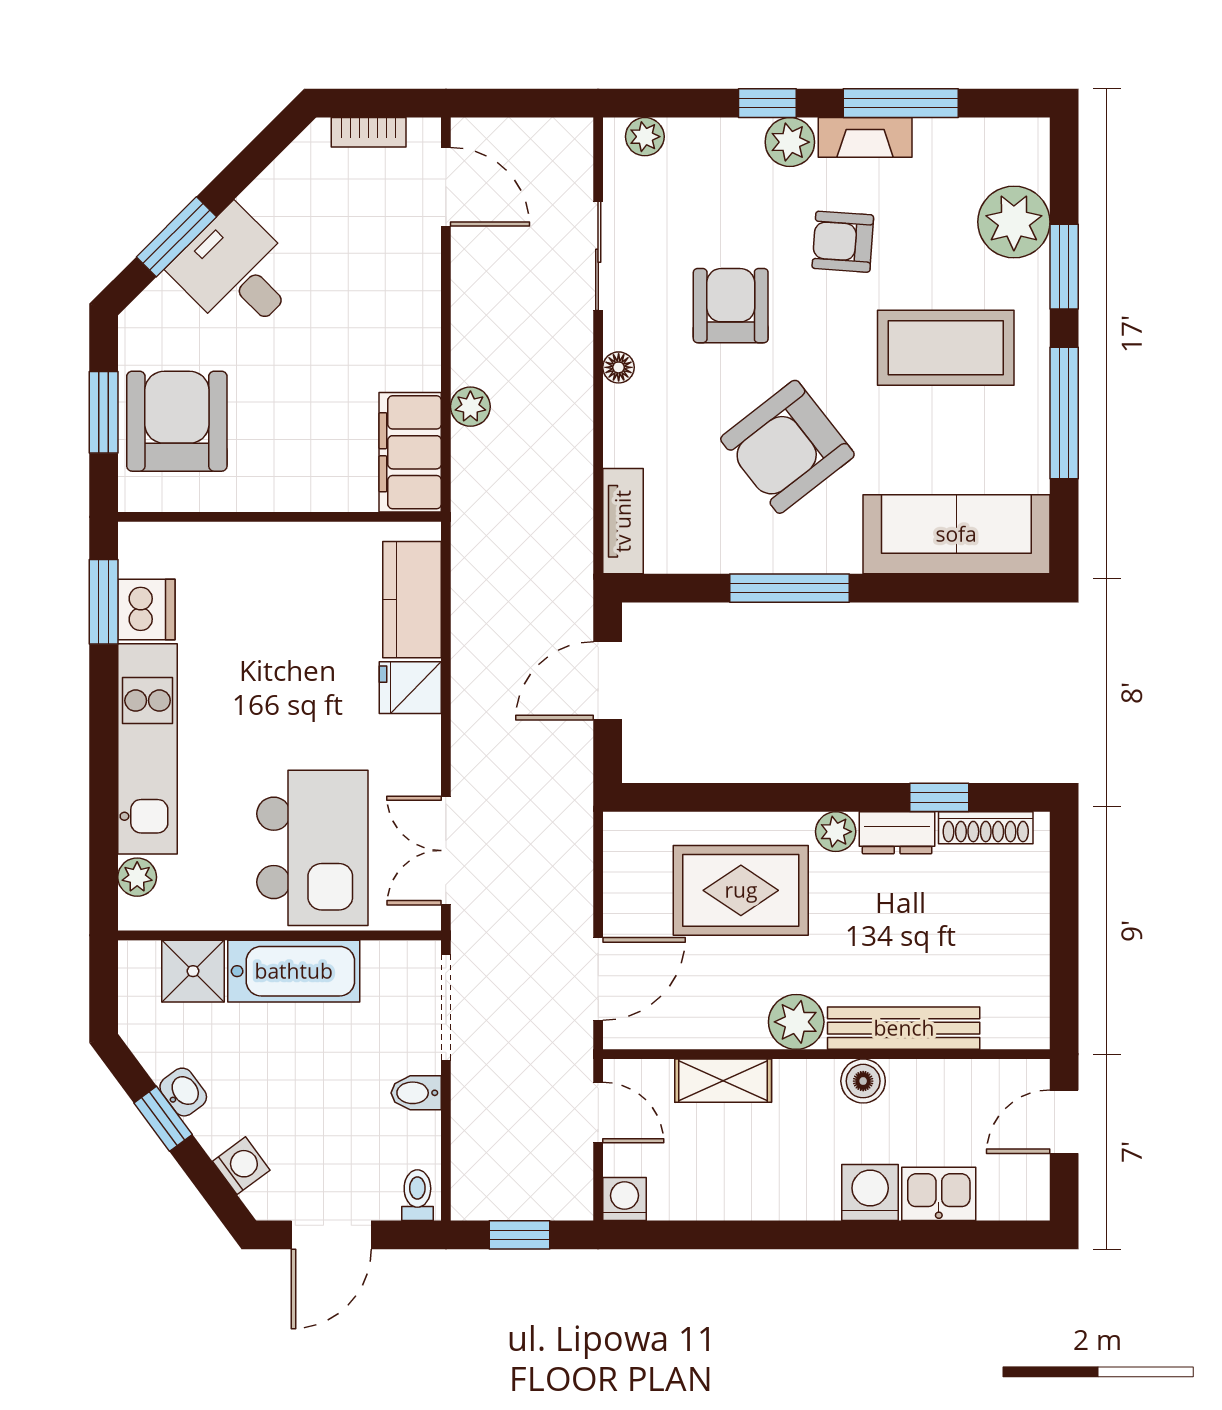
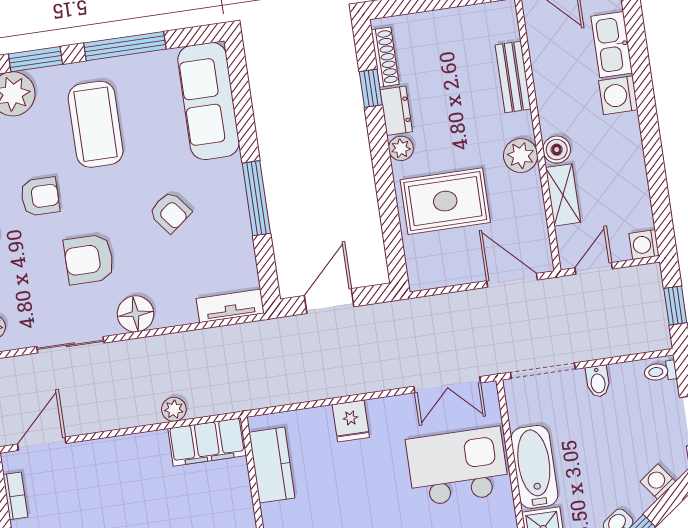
armchair: (843, 242) -> (40, 197), turned -94
floor lamp: (619, 367) -> (136, 314), width x1.89, depth x1.89
armchair: (787, 447) -> (170, 212), width x0.53, depth x0.53
kitchen counter: (412, 600) -> (272, 465), moved, turned -90
door: (608, 681) -> (329, 301), swing flipped
rug: (741, 890) -> (445, 201), turned 90
bench: (904, 1028) -> (513, 77), width x0.73
boiler: (863, 1081) -> (557, 150), moved
kitchen sink: (939, 1194) -> (612, 45), width x1.38

